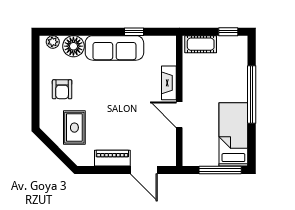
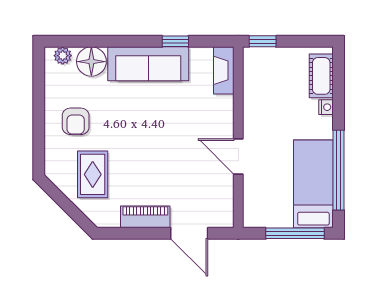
window: (228, 32) -> (263, 41), moved
cot: (201, 44) -> (321, 76), moved, turned 90
nightstand: (243, 79) -> (326, 107), added
fireplace: (169, 83) -> (224, 70), moved
window: (252, 95) -> (339, 170), moved

